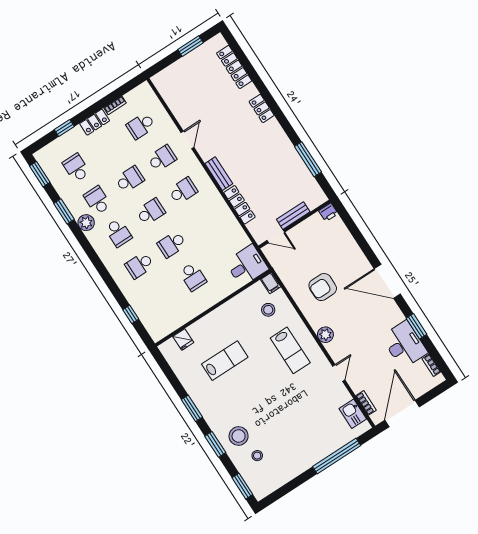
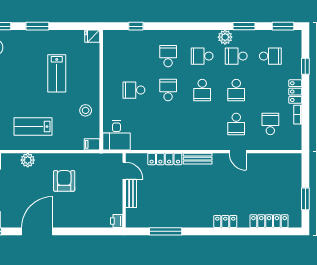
school desk: (183, 191) -> (202, 124), removed
school desk: (97, 200) -> (236, 56), turned 180
door: (276, 236) -> (124, 171), swing flipped
stool: (268, 310) -> (86, 110), moved
fridge: (183, 340) -> (92, 36), moved

